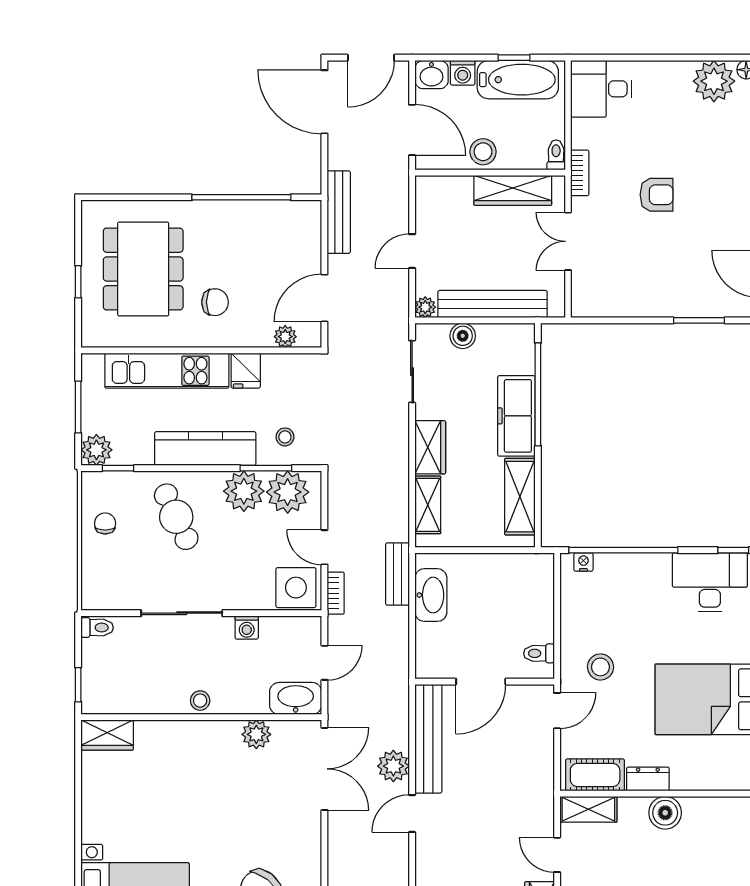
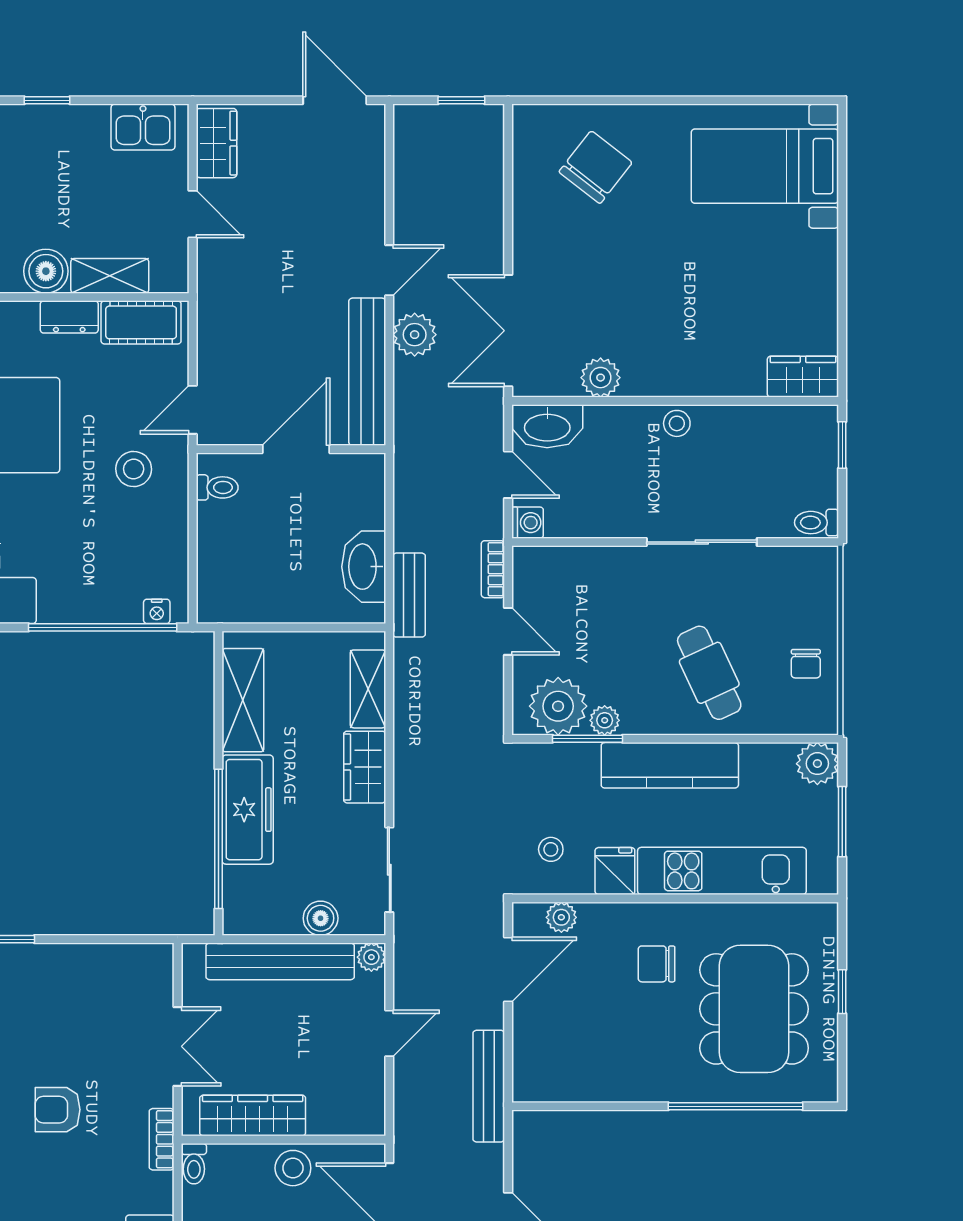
window: (241, 197) -> (735, 1106), moved
stool: (285, 437) -> (551, 849), moved
window: (118, 468) -> (788, 739), removed
plant: (244, 491) -> (605, 720), width x0.53, depth x0.53
side table: (296, 588) -> (547, 577), removed
washing machine: (247, 627) -> (528, 523), moved, turned 90
door: (324, 663) -> (508, 475), swing flipped
shelving: (588, 809) -> (110, 276), moved

